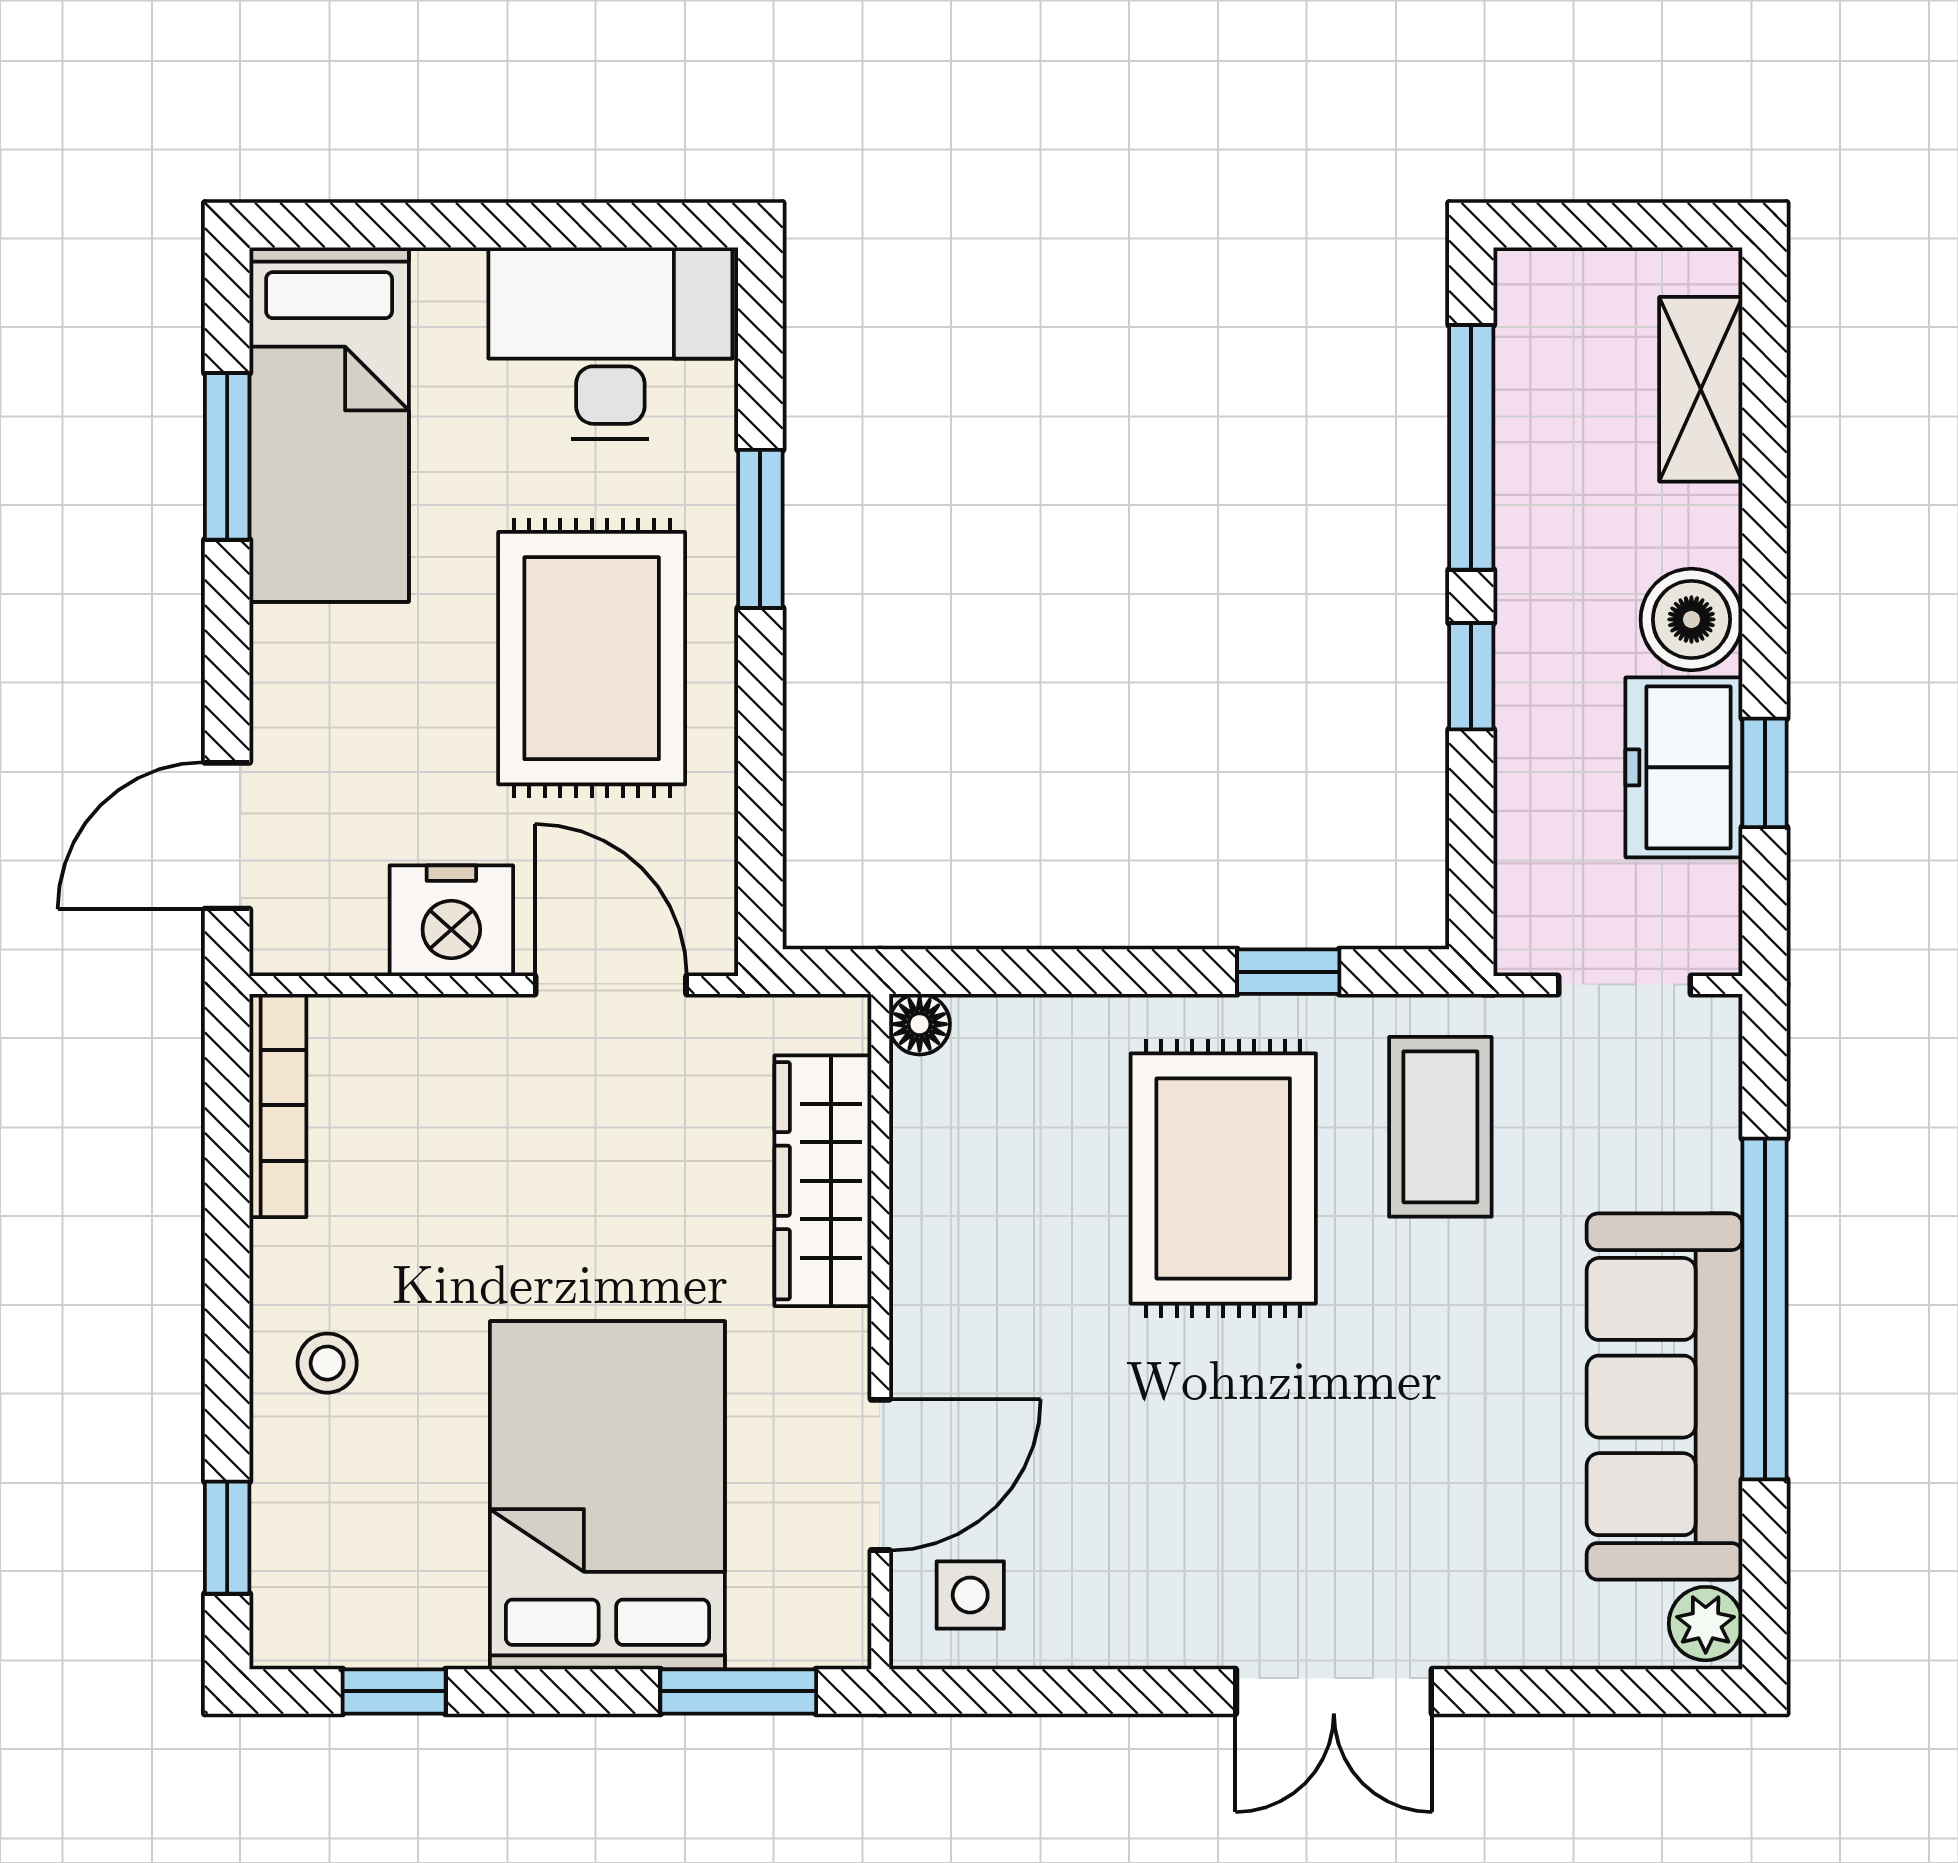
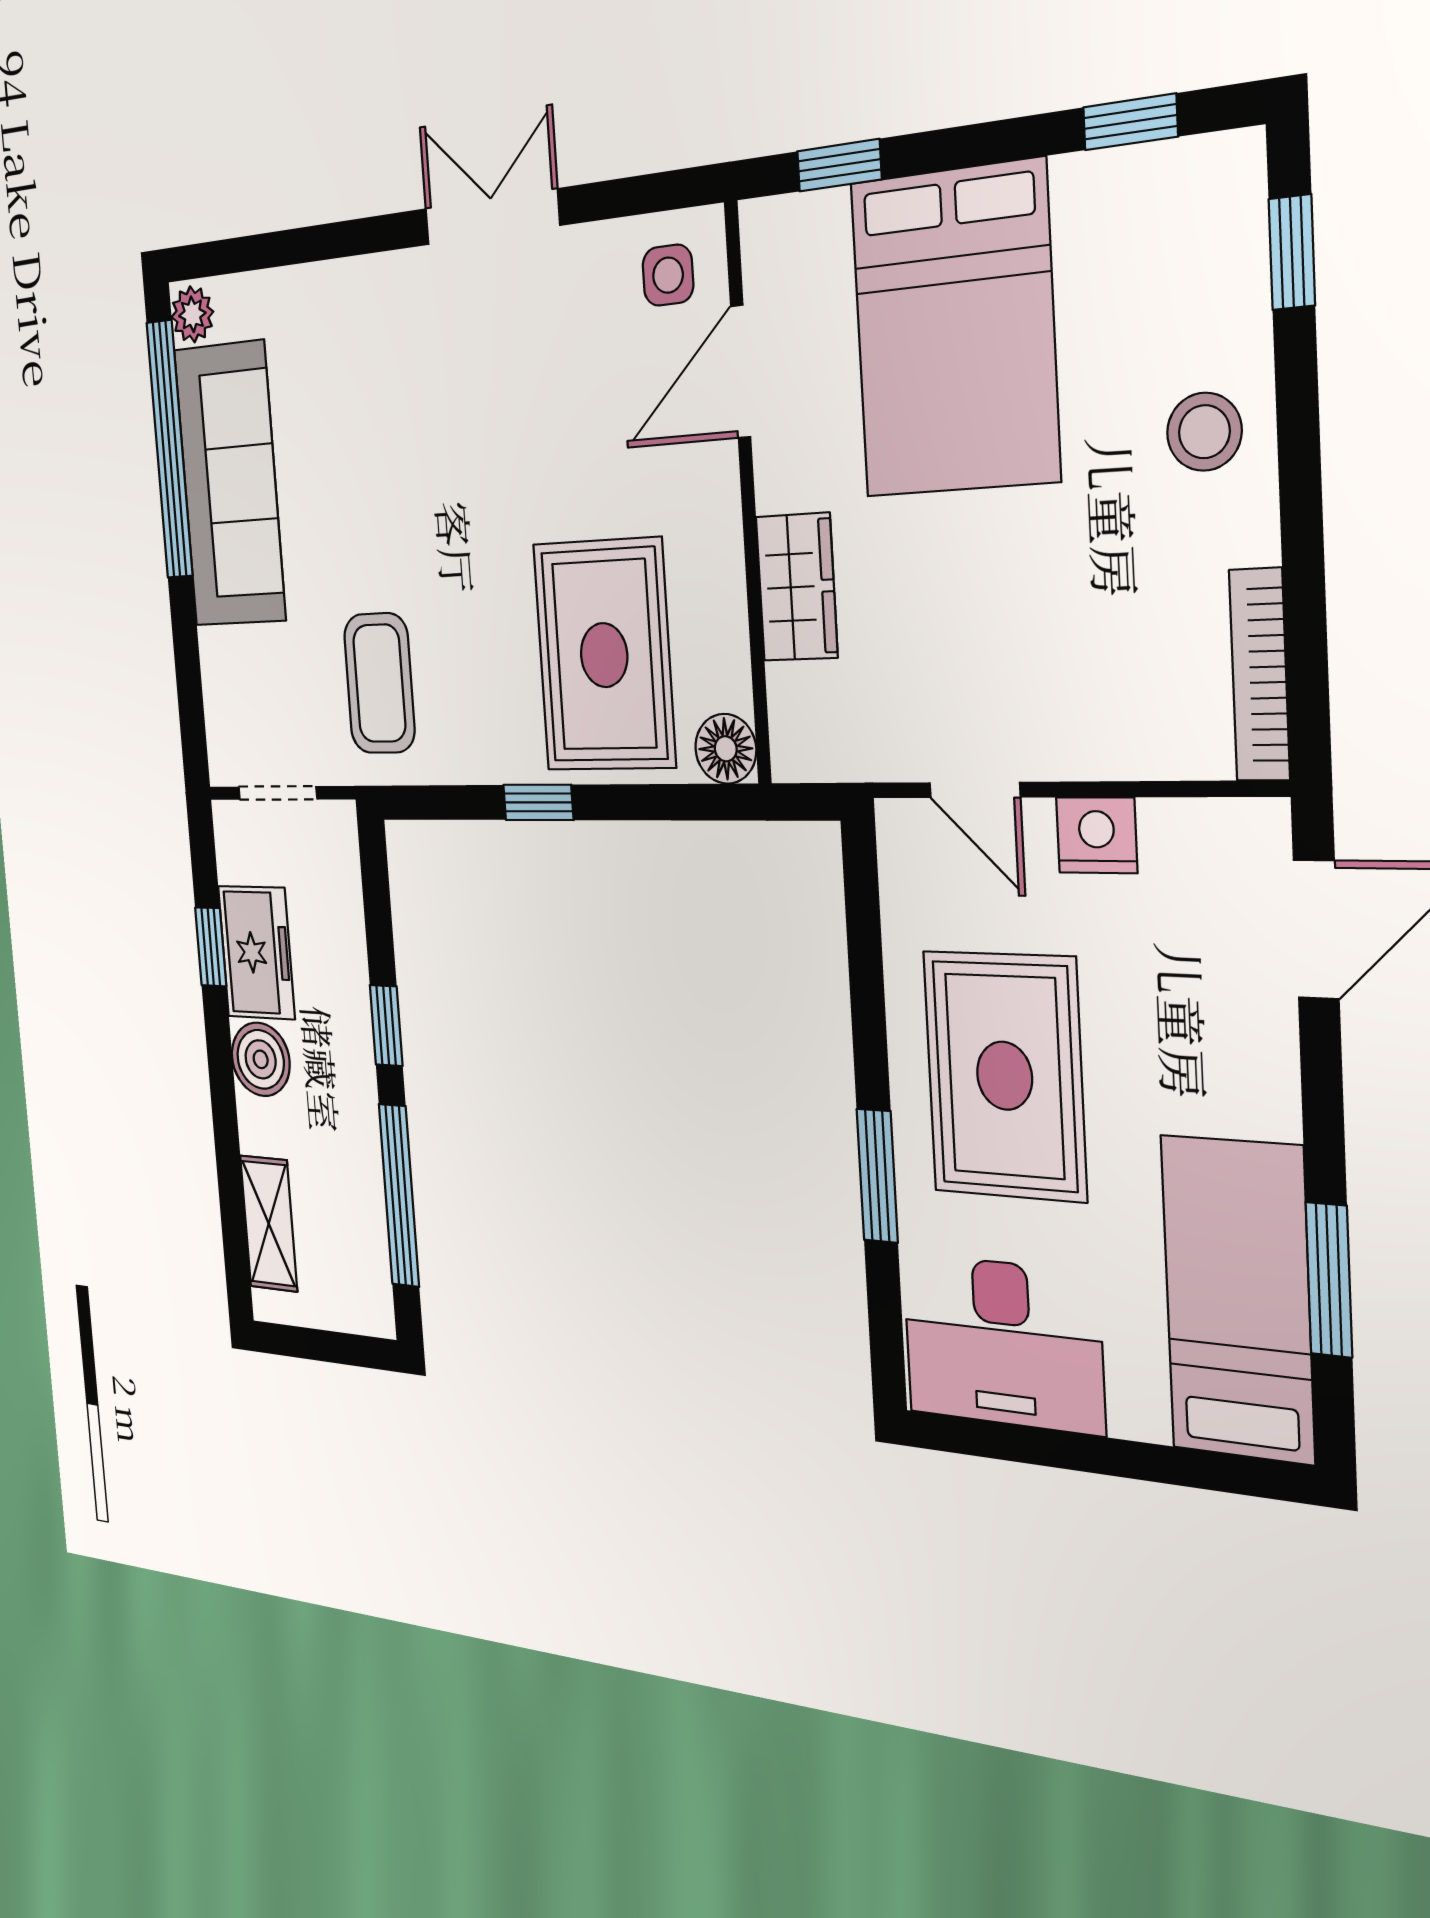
nightstand: (451, 921) -> (1097, 835), width x0.74, depth x0.75
window: (1288, 972) -> (538, 802), moved
door: (611, 985) -> (975, 790), width x0.73
floor lamp: (920, 1024) -> (726, 749), width x1.37, depth x1.37
rug: (1223, 1178) -> (604, 655), moved
wardrobe: (823, 1181) -> (797, 587), width x0.67
window: (1765, 1309) -> (170, 450), moved
stool: (327, 1363) -> (1204, 432), width x1.37, depth x1.37
window: (738, 1691) -> (839, 165), width x0.67
double door: (1334, 1691) -> (492, 217), moved

